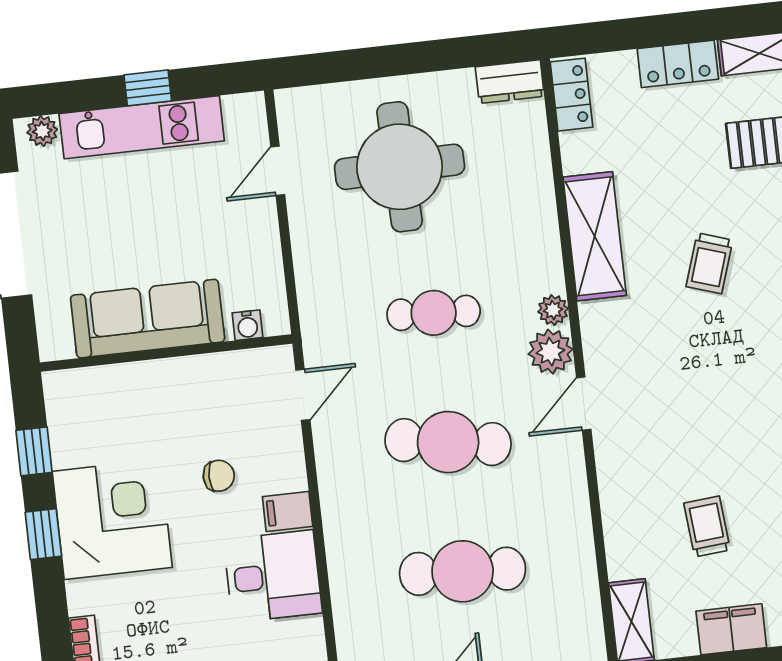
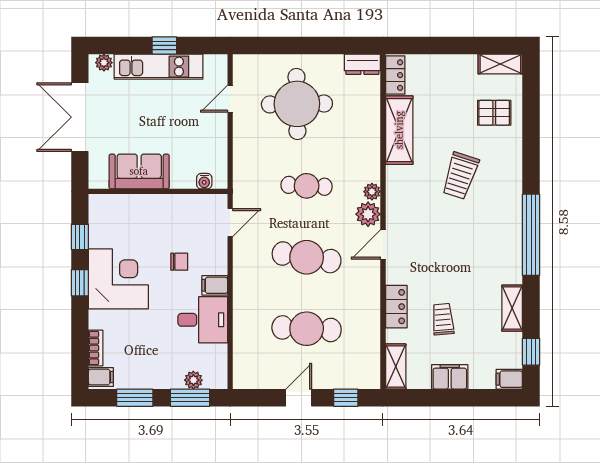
locker: (678, 64) -> (396, 307), moved, turned -90
shelving: (595, 236) -> (399, 130), moved
trolley: (709, 263) -> (460, 176), width x1.36, depth x1.39
sofa: (148, 319) -> (139, 171), width x0.73

